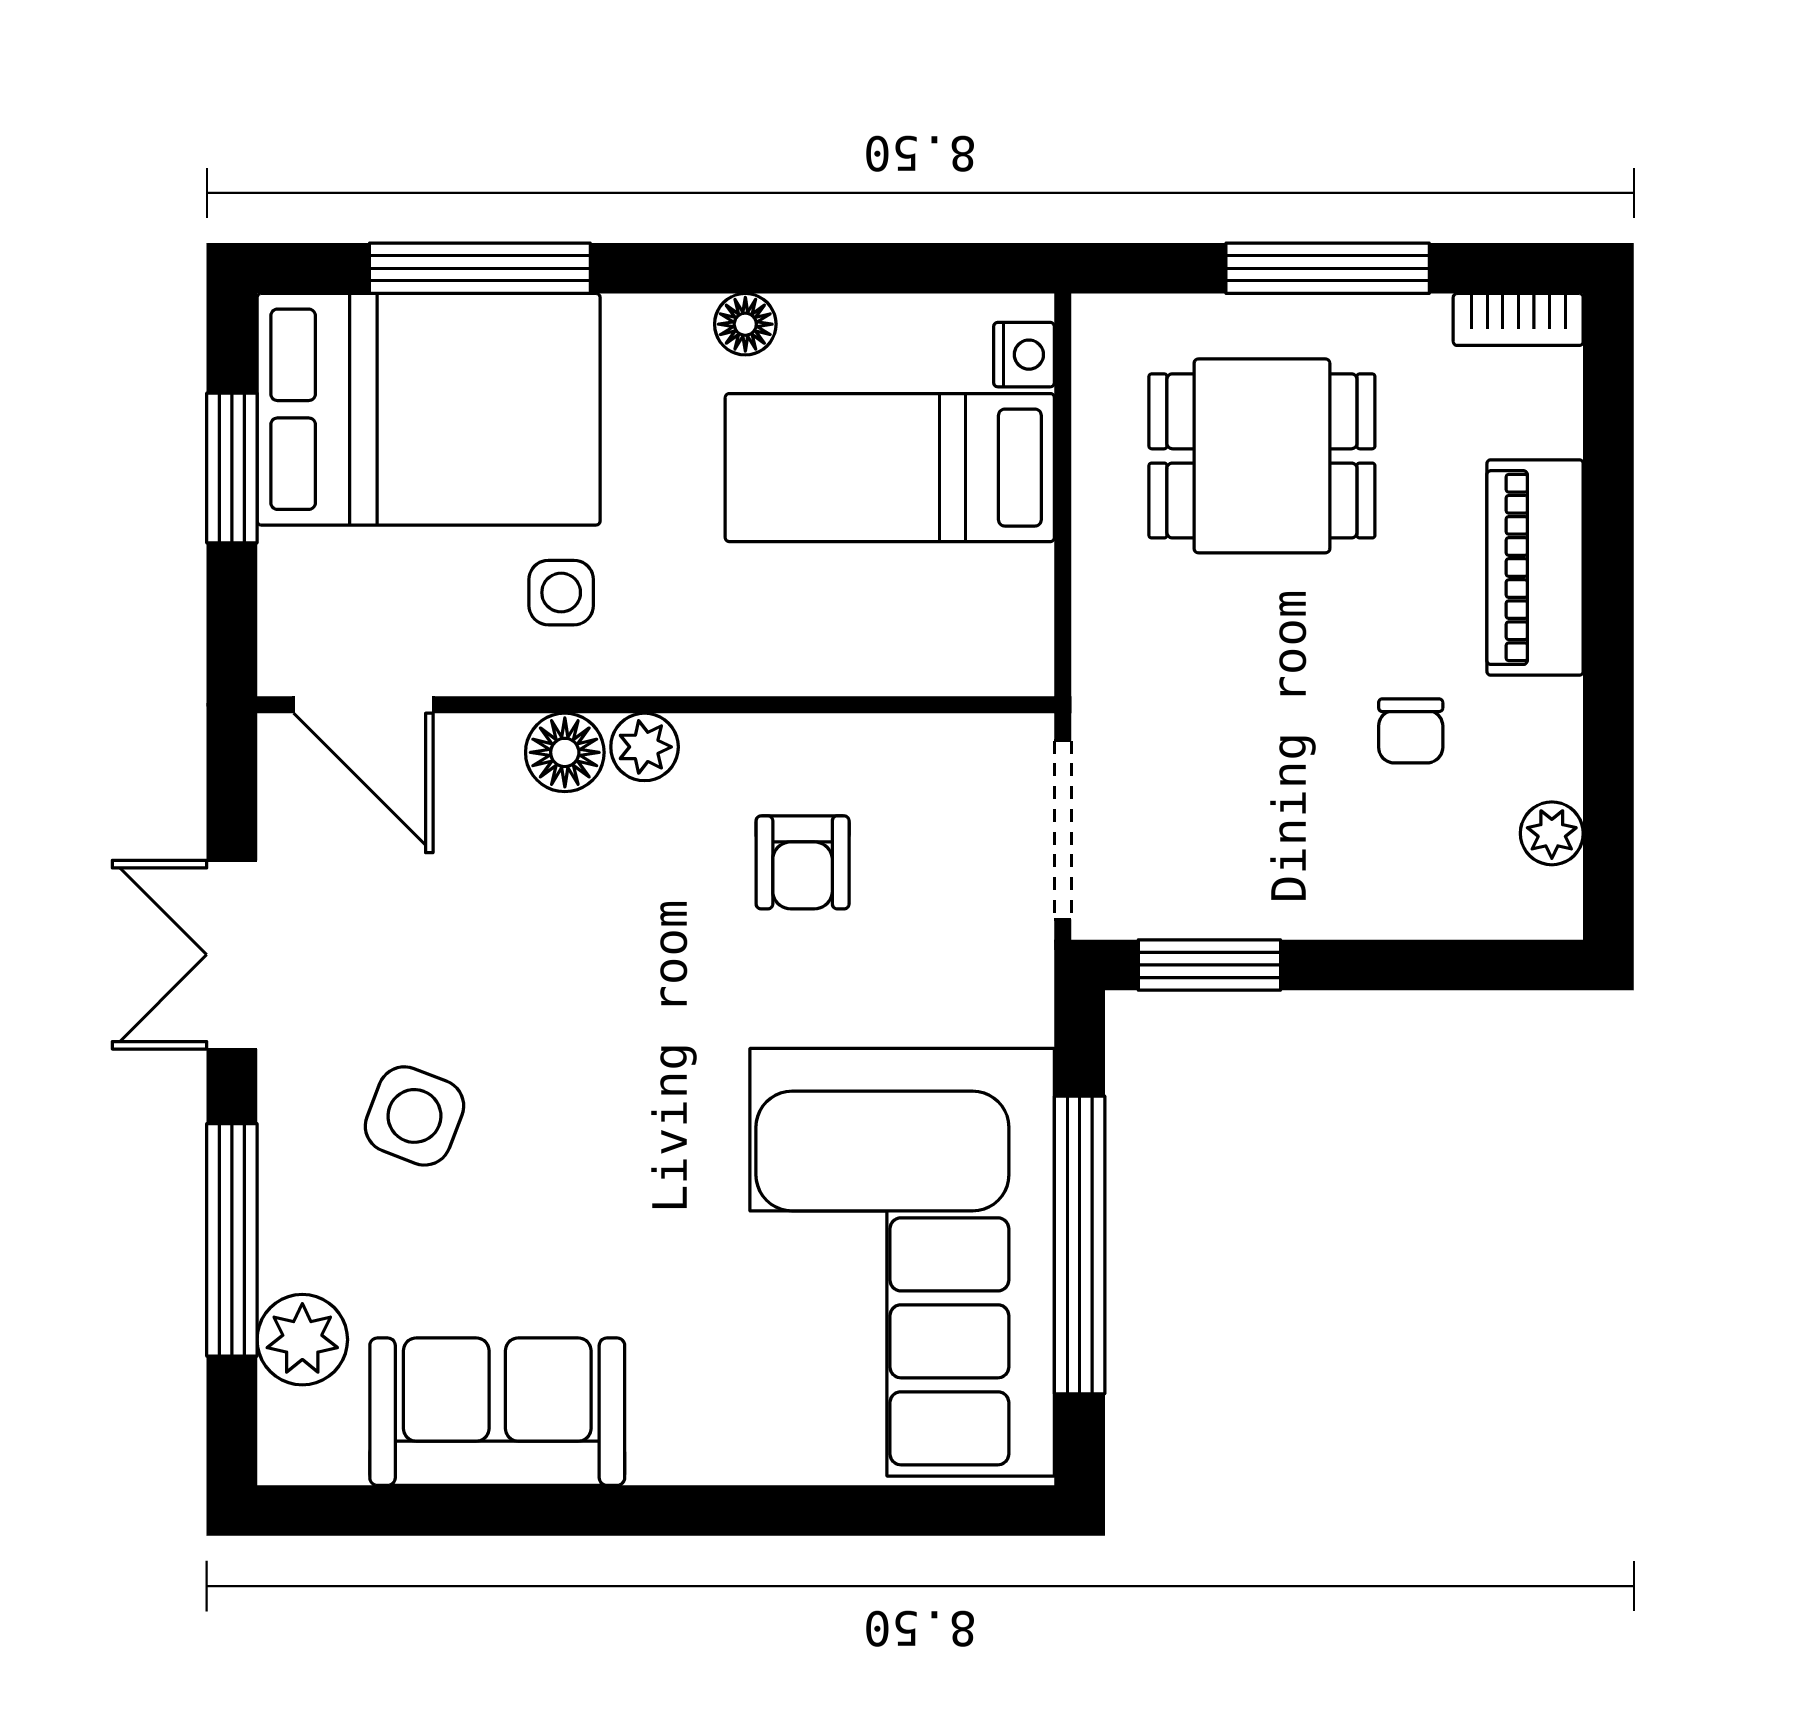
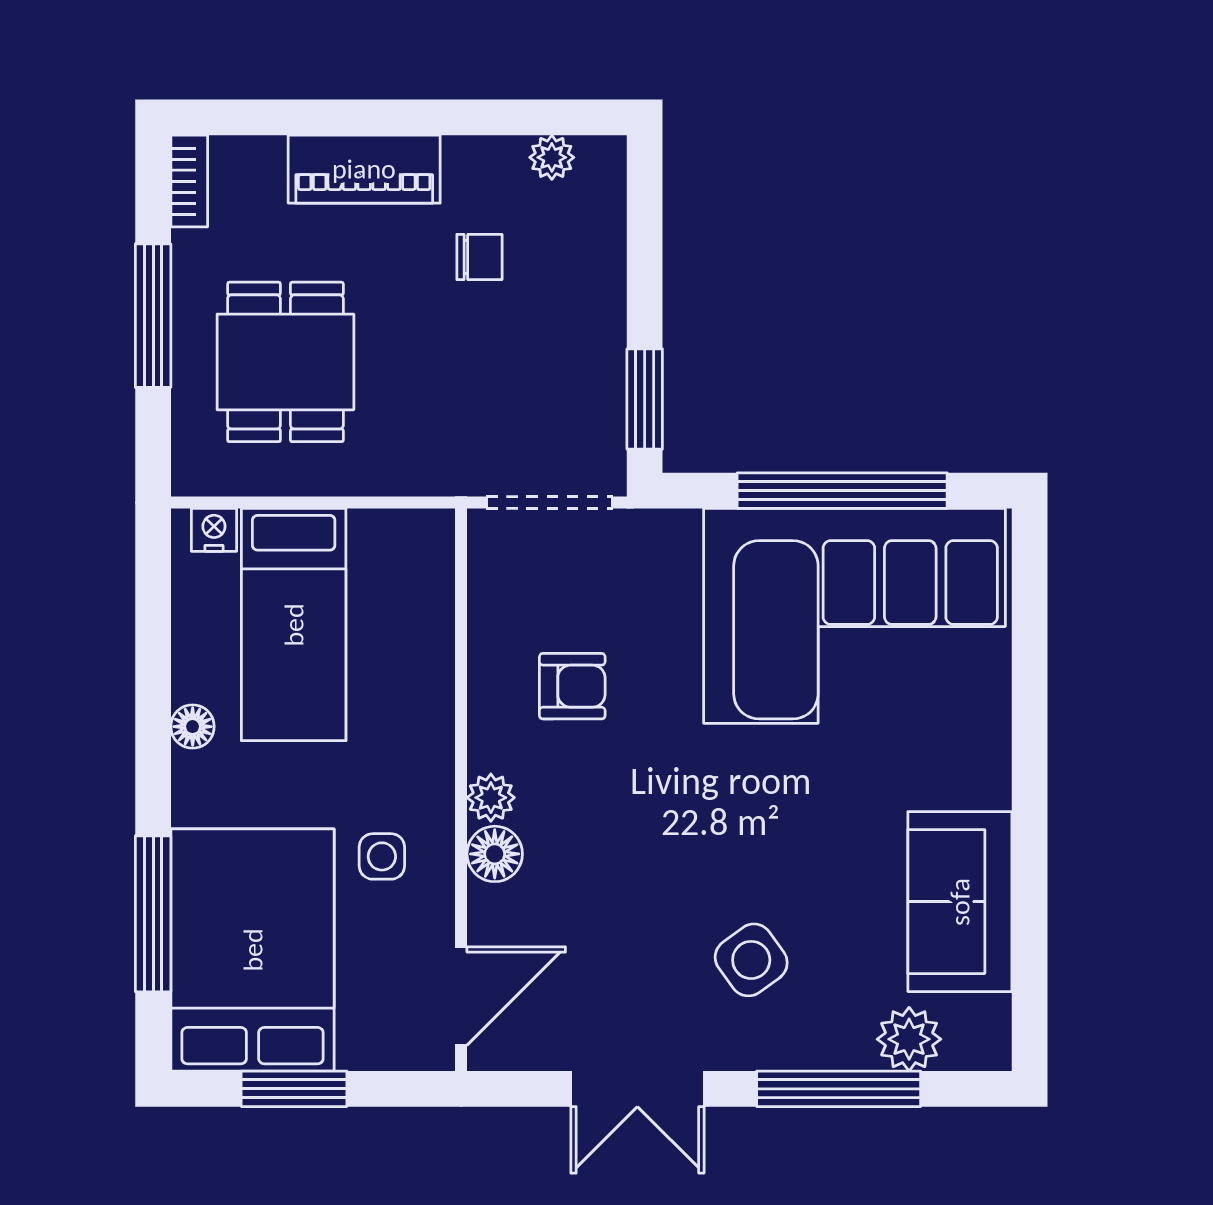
side table: (414, 1116) -> (751, 960), turned 33

